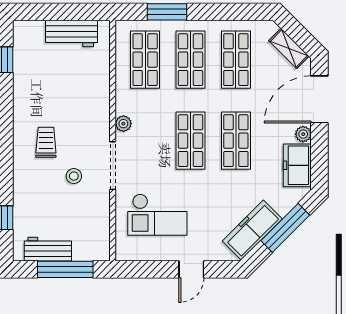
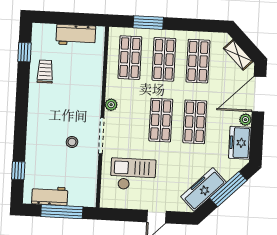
trolley: (46, 142) -> (45, 71), moved
checkout: (157, 215) -> (133, 174), turned 180

